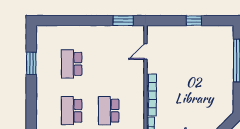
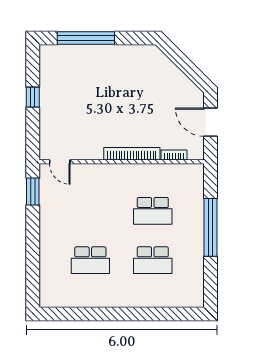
door: (146, 52) -> (60, 162), moved
window: (31, 63) -> (89, 314), removed

